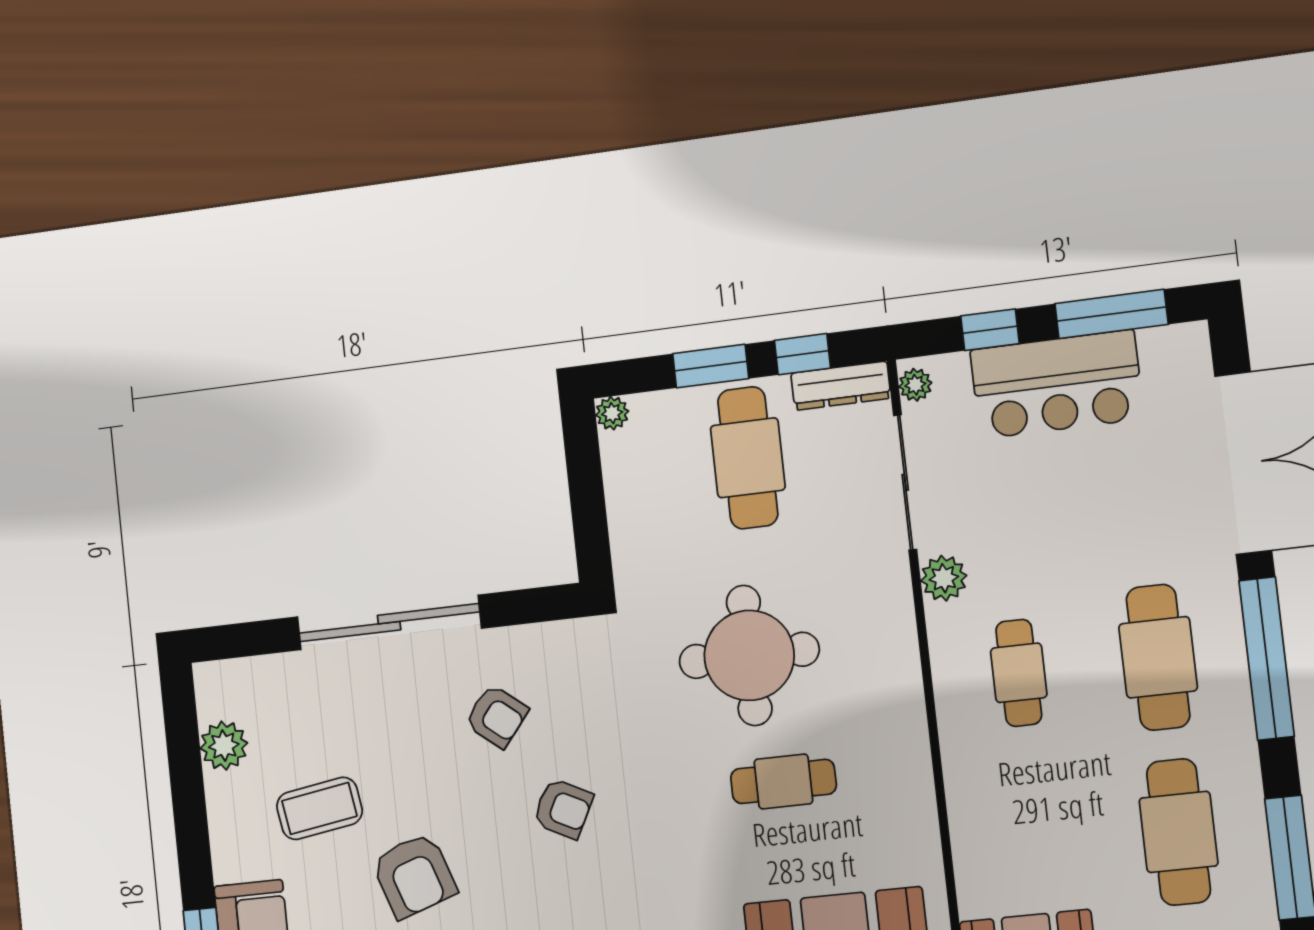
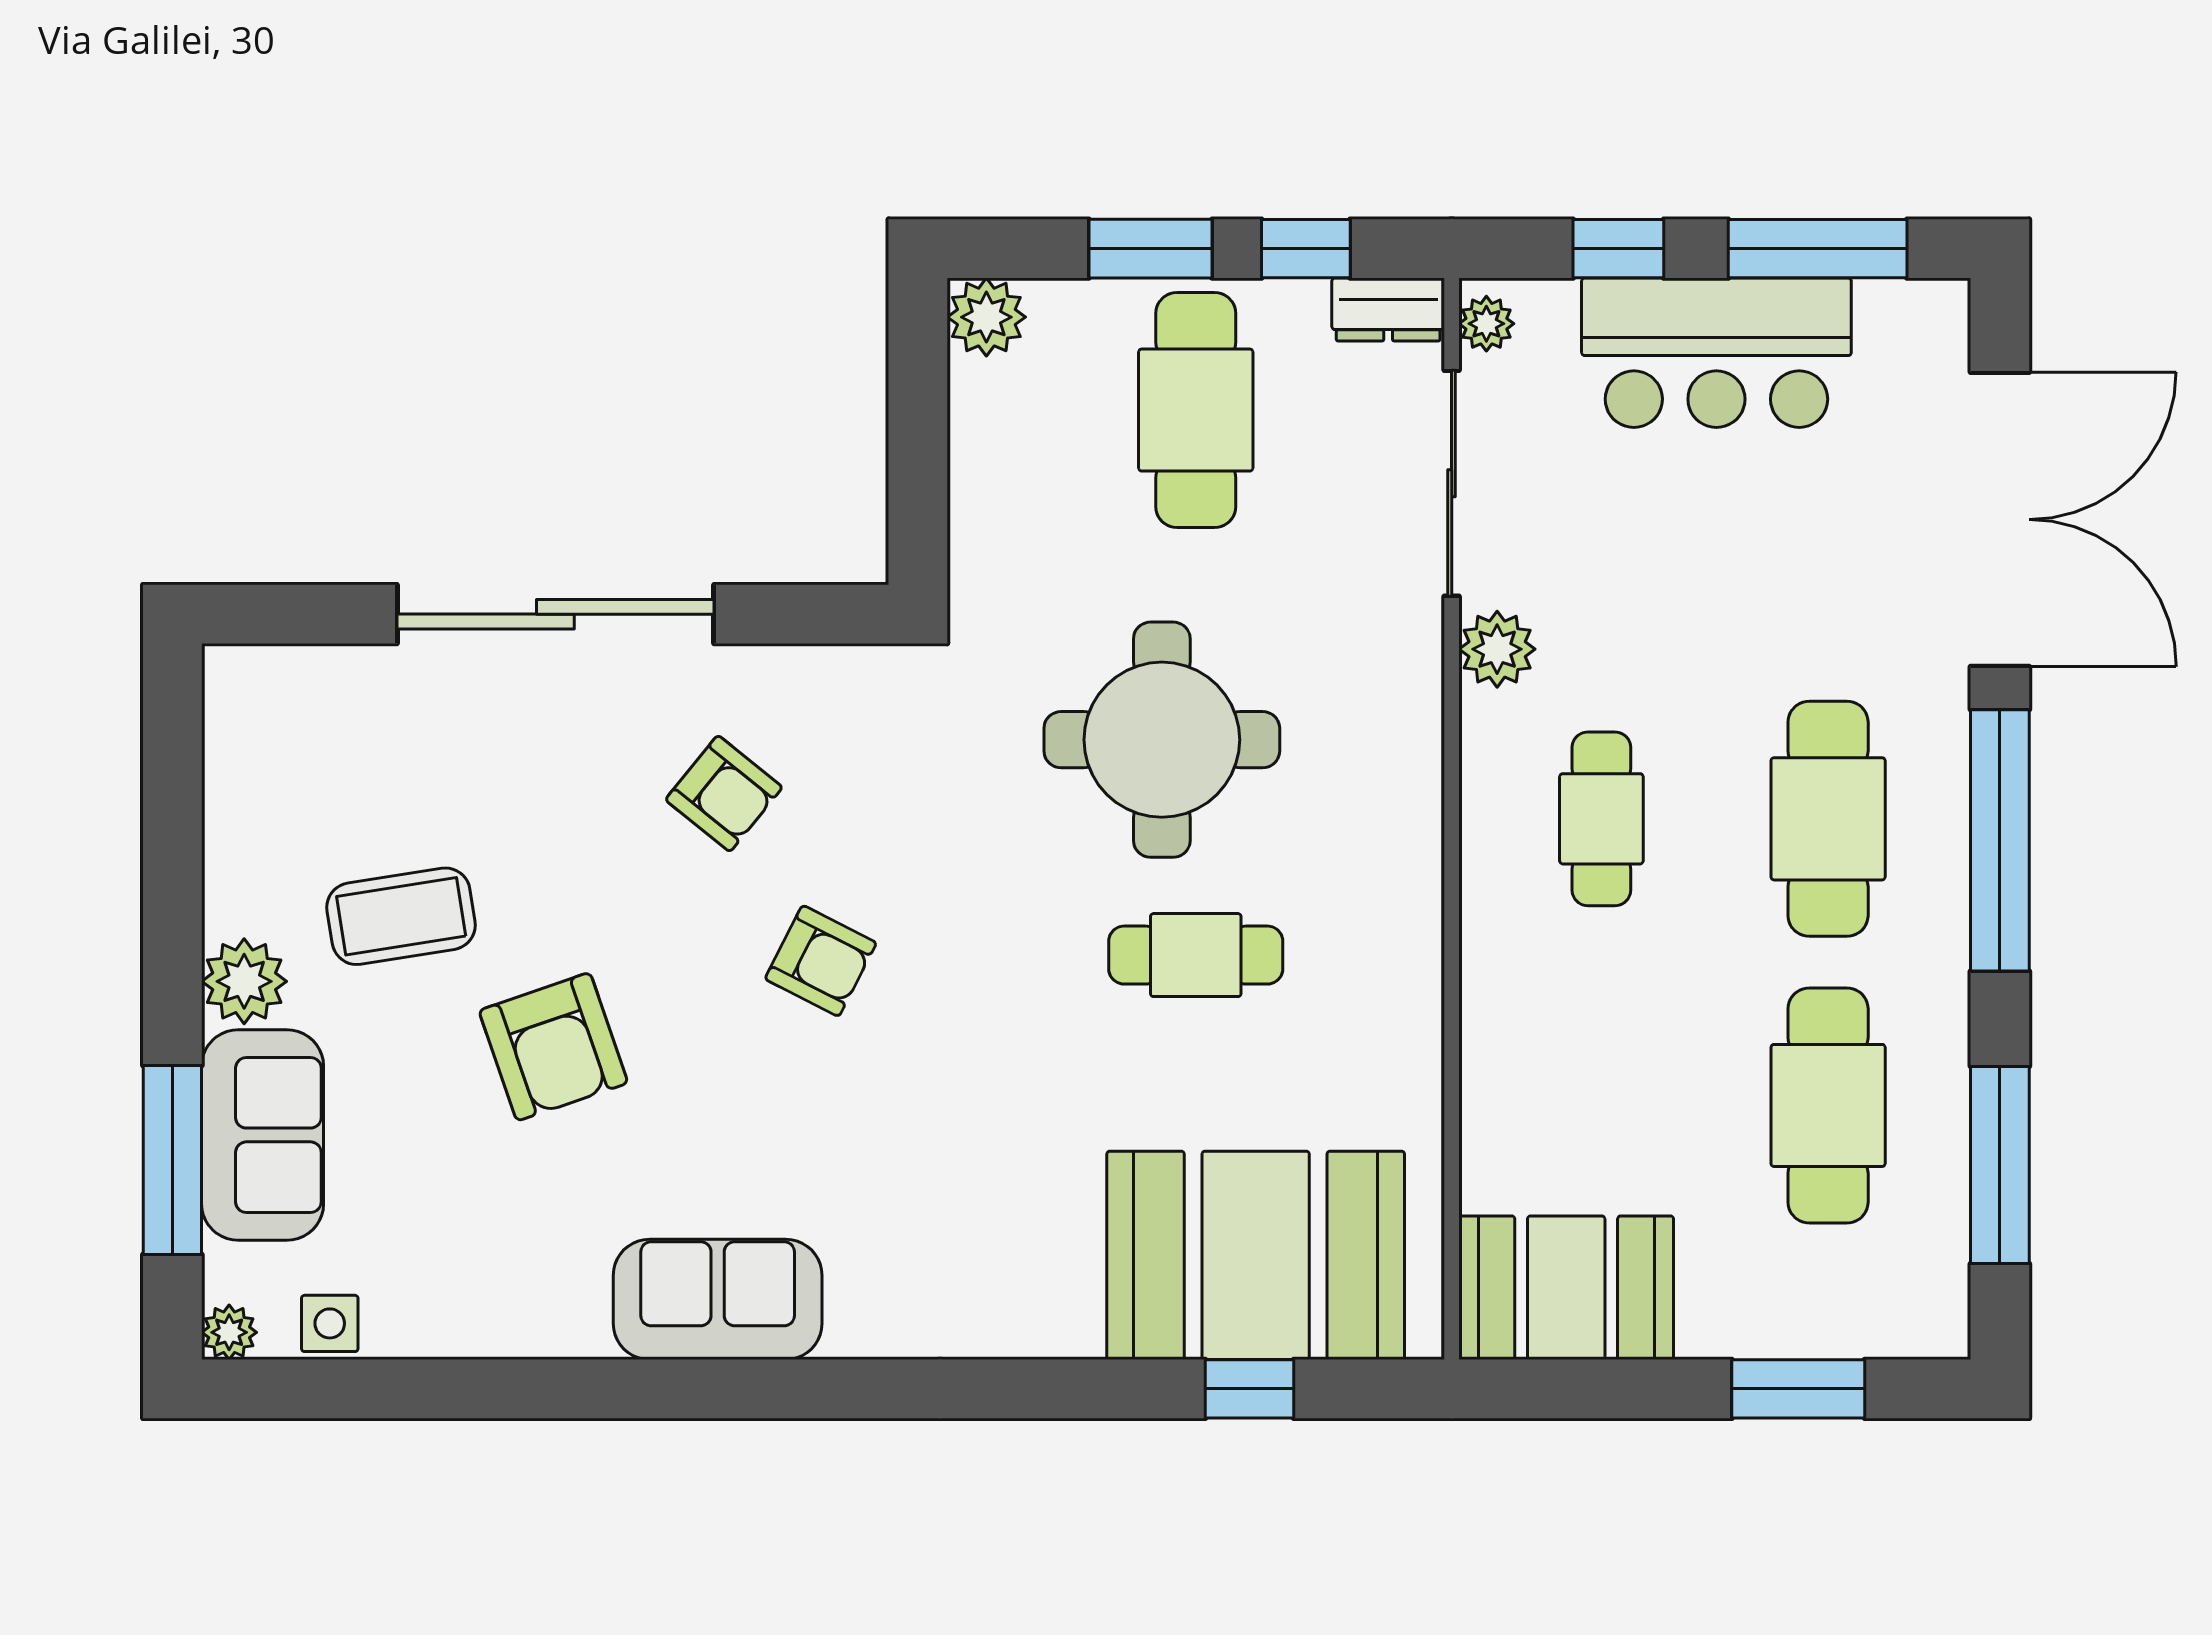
dresser: (841, 386) -> (1388, 309), width x0.70
plant: (612, 413) -> (986, 317), width x1.38, depth x1.38
plant: (224, 746) -> (244, 981), moved

